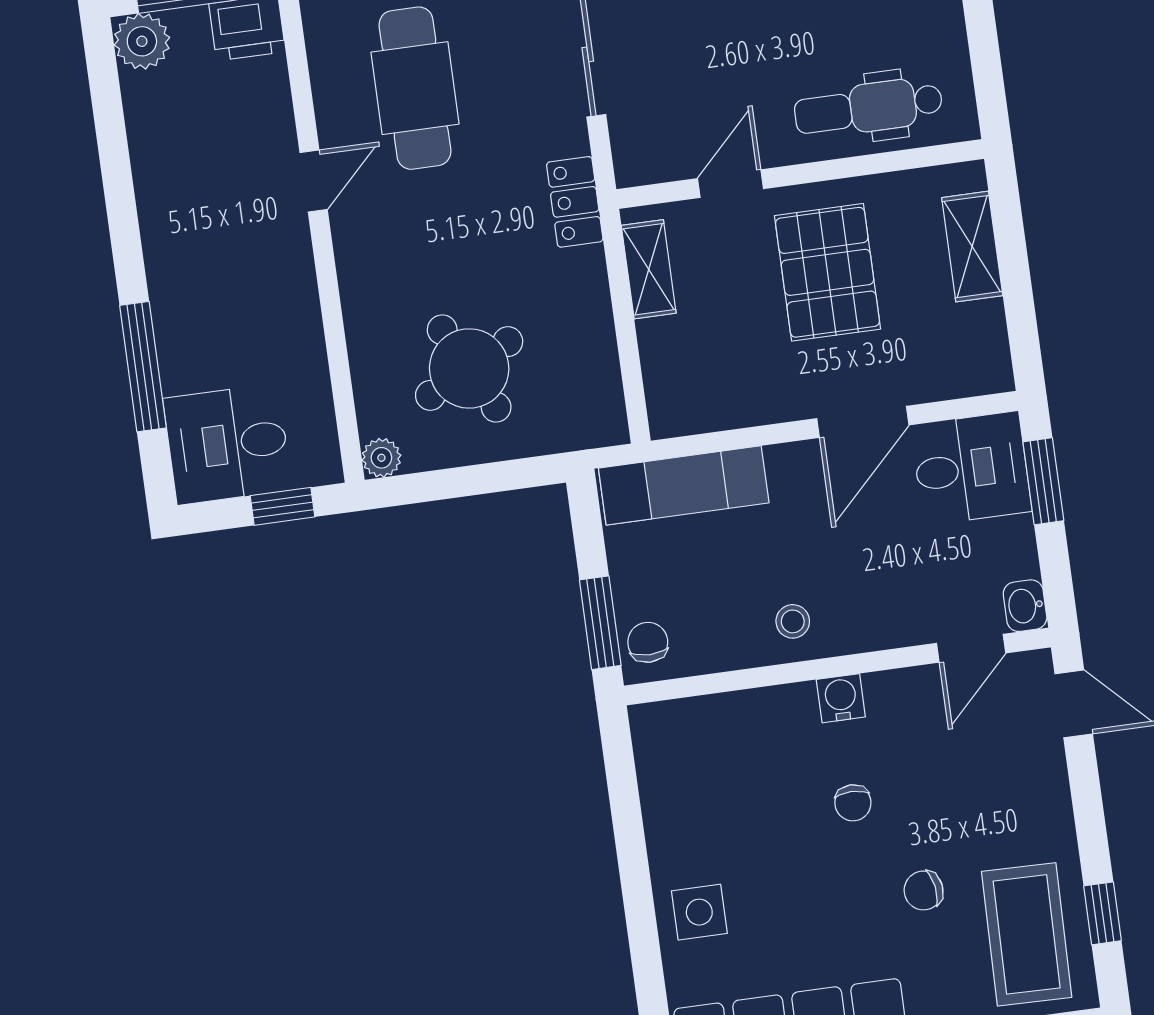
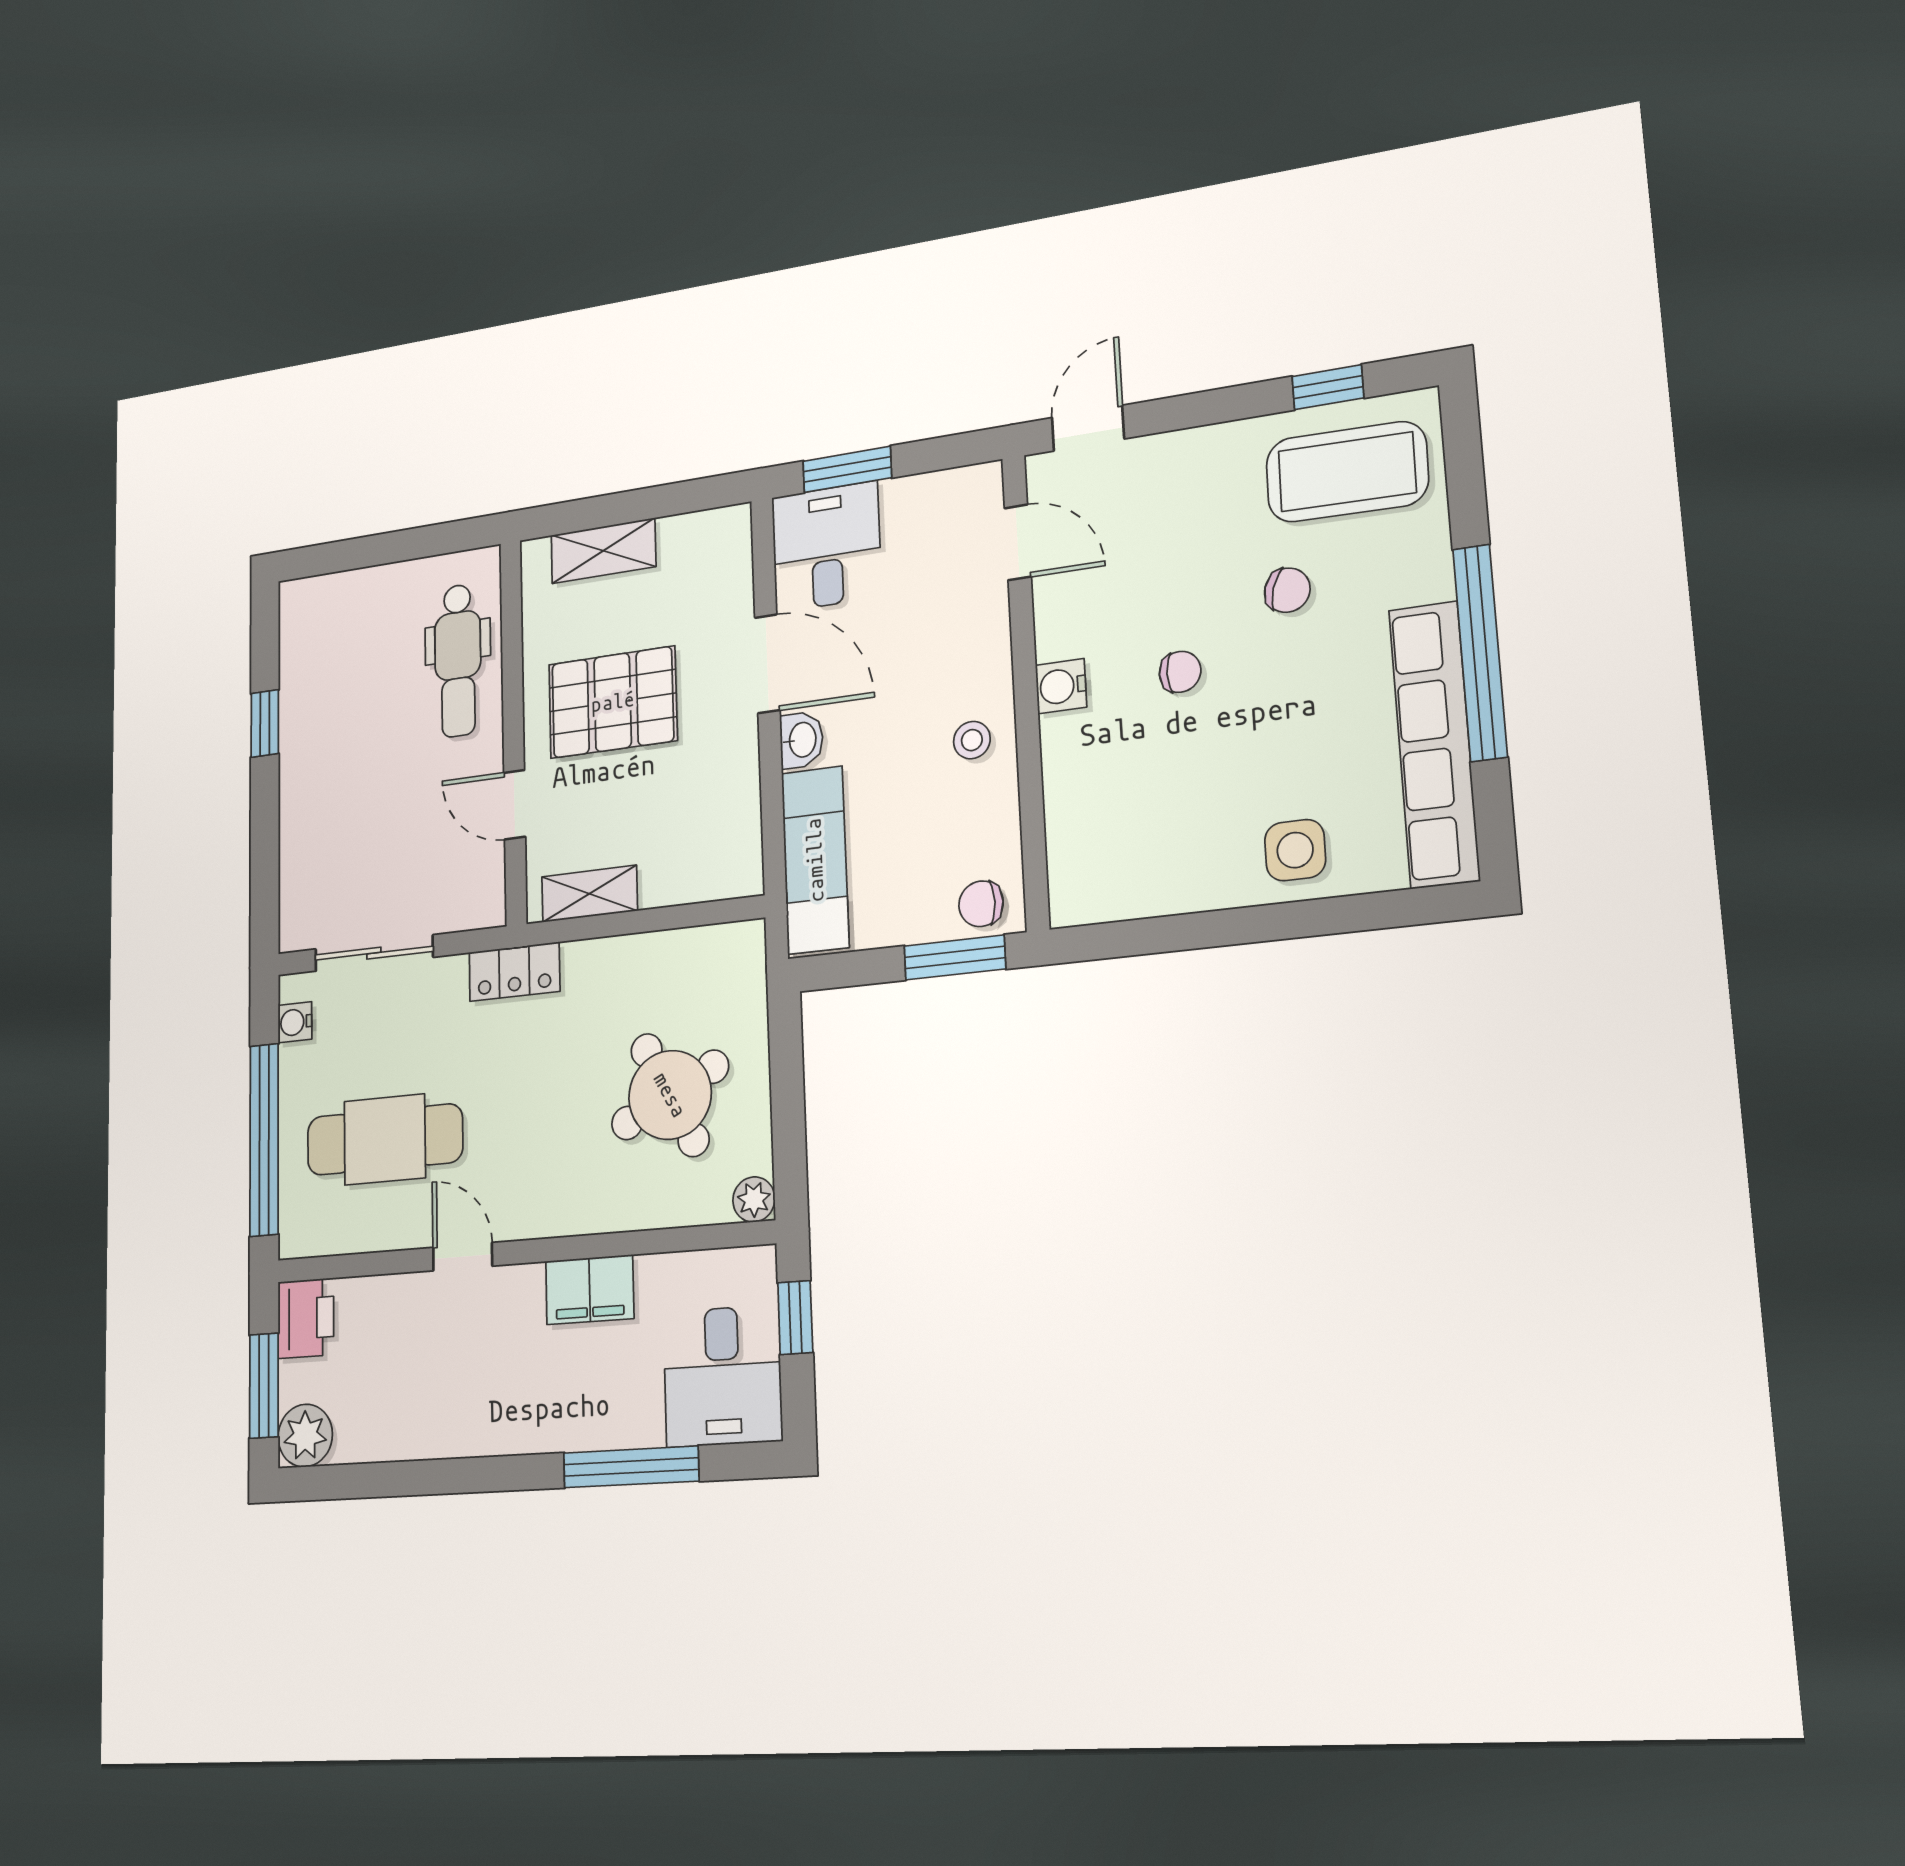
filing cabinet: (293, 310) -> (590, 1290), added
washbasin: (1025, 606) -> (801, 740), moved, turned -90
chair: (924, 890) -> (1287, 590), turned -65

